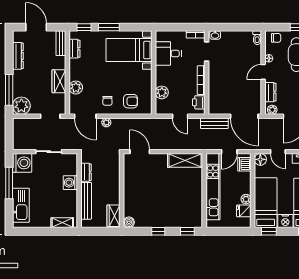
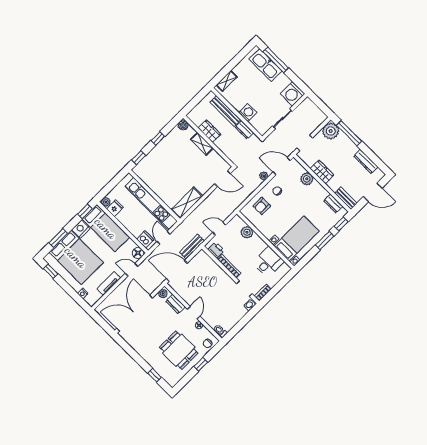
window: (9, 183) -> (276, 60), moved
shelving: (129, 194) -> (202, 144), added
plant: (246, 199) -> (106, 202), moved
wardrobe: (114, 216) -> (209, 131), moved

